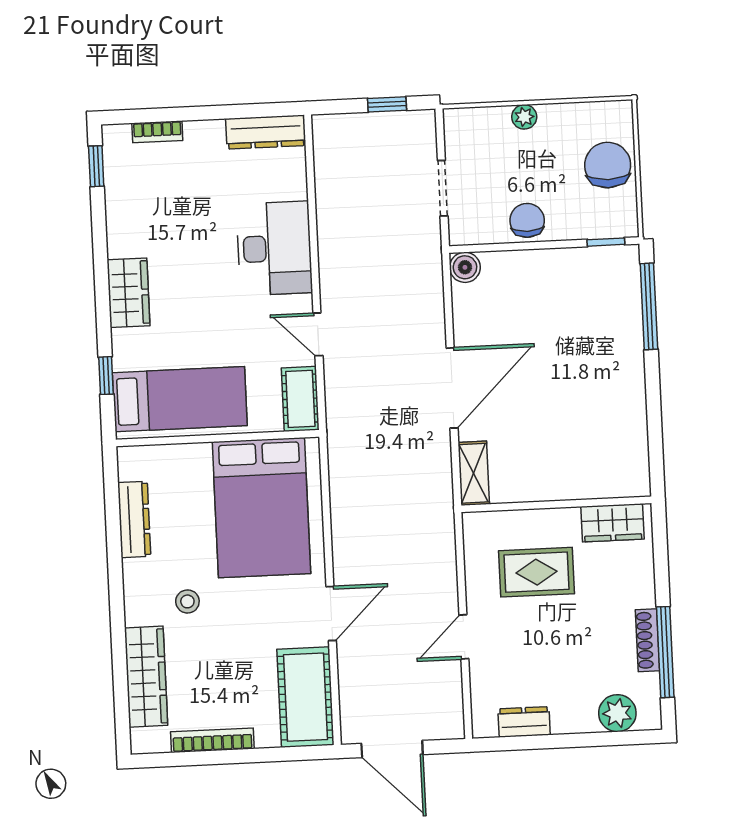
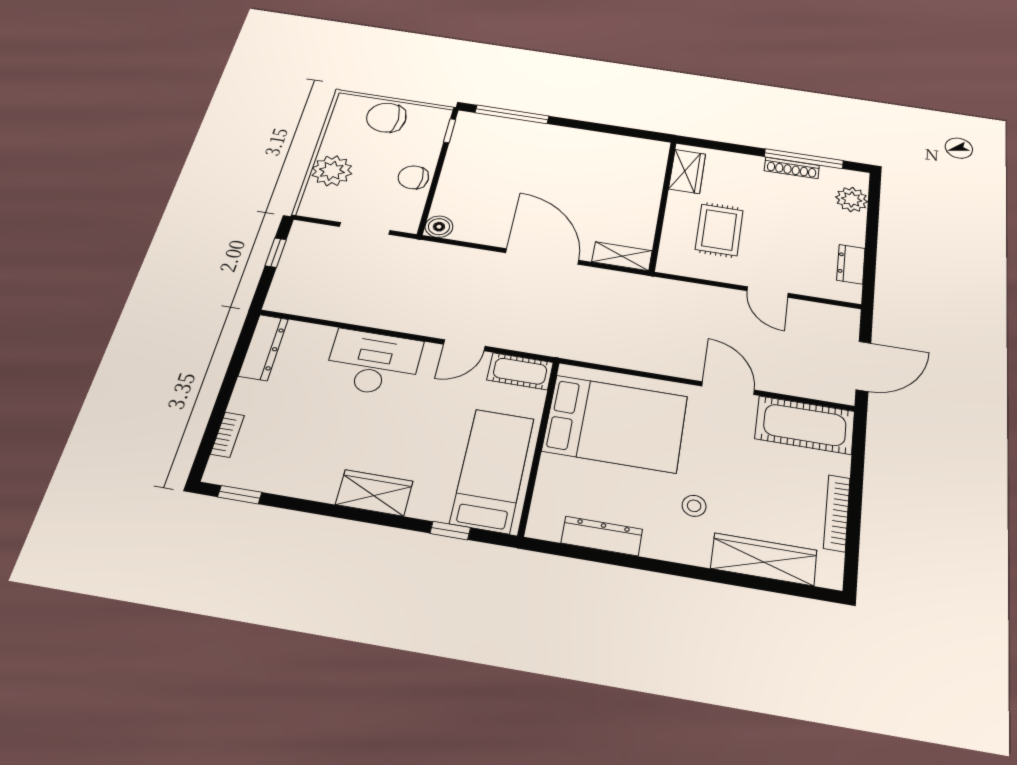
plant: (524, 117) -> (332, 171), width x1.88, depth x1.88

